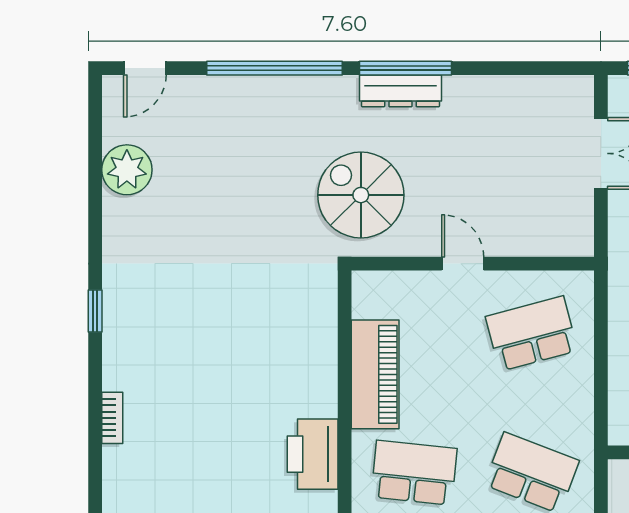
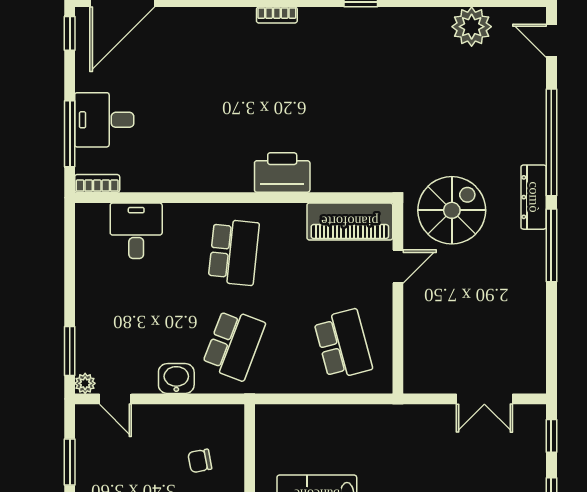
dresser: (400, 91) -> (534, 197), moved
door: (463, 264) -> (398, 266), moved
piano: (375, 374) -> (350, 221), moved
printer: (313, 454) -> (282, 172), moved

